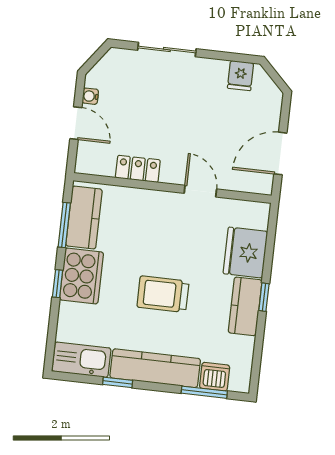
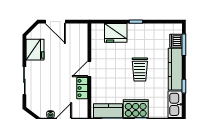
fridge: (241, 76) -> (35, 50), width x1.88, depth x1.34
door: (280, 153) -> (55, 22), moved
door: (200, 191) -> (89, 69), moved
kitchen counter: (245, 306) -> (141, 30), removed

